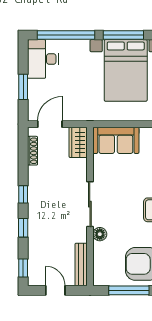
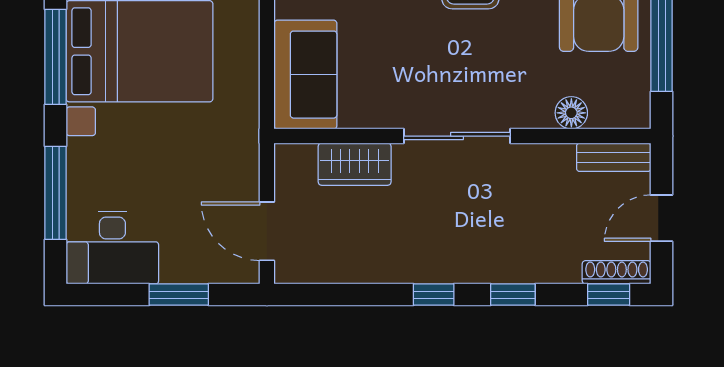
window: (66, 35) -> (56, 193), width x0.68
wardrobe: (78, 142) -> (355, 164), moved
shoe rack: (33, 151) -> (617, 272), moved
floor lamp: (100, 234) -> (571, 113), moved
bench: (81, 265) -> (614, 157), width x0.73

